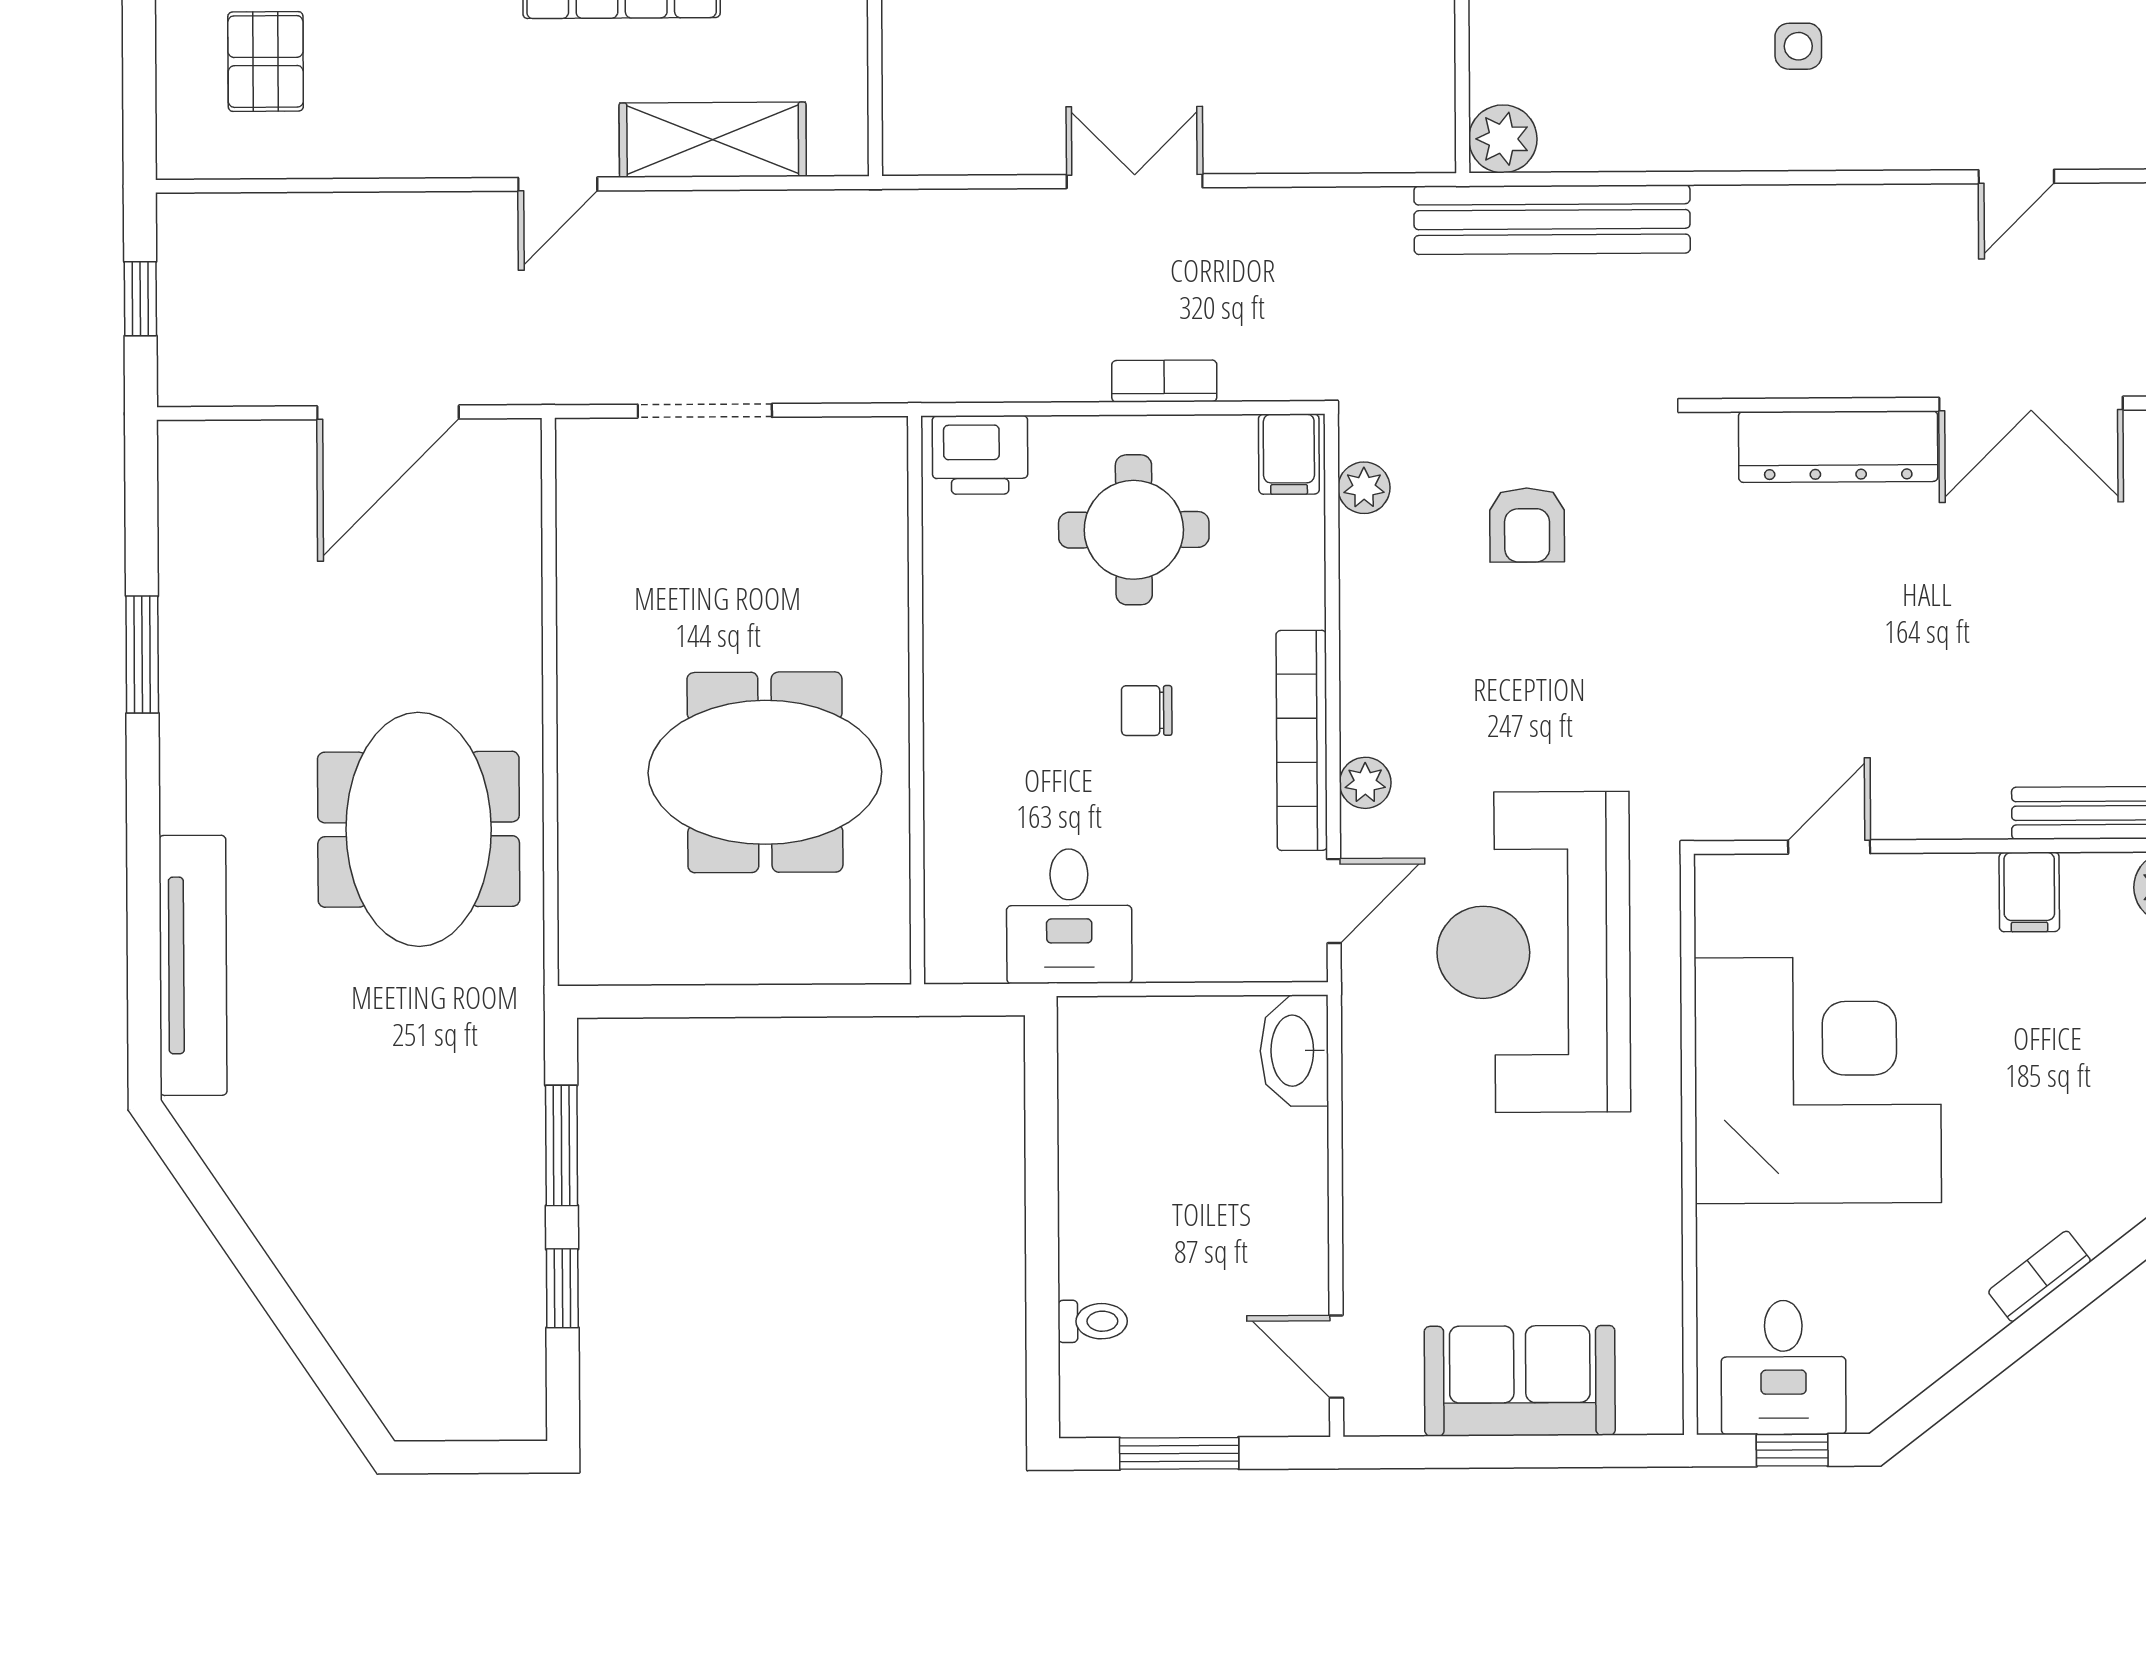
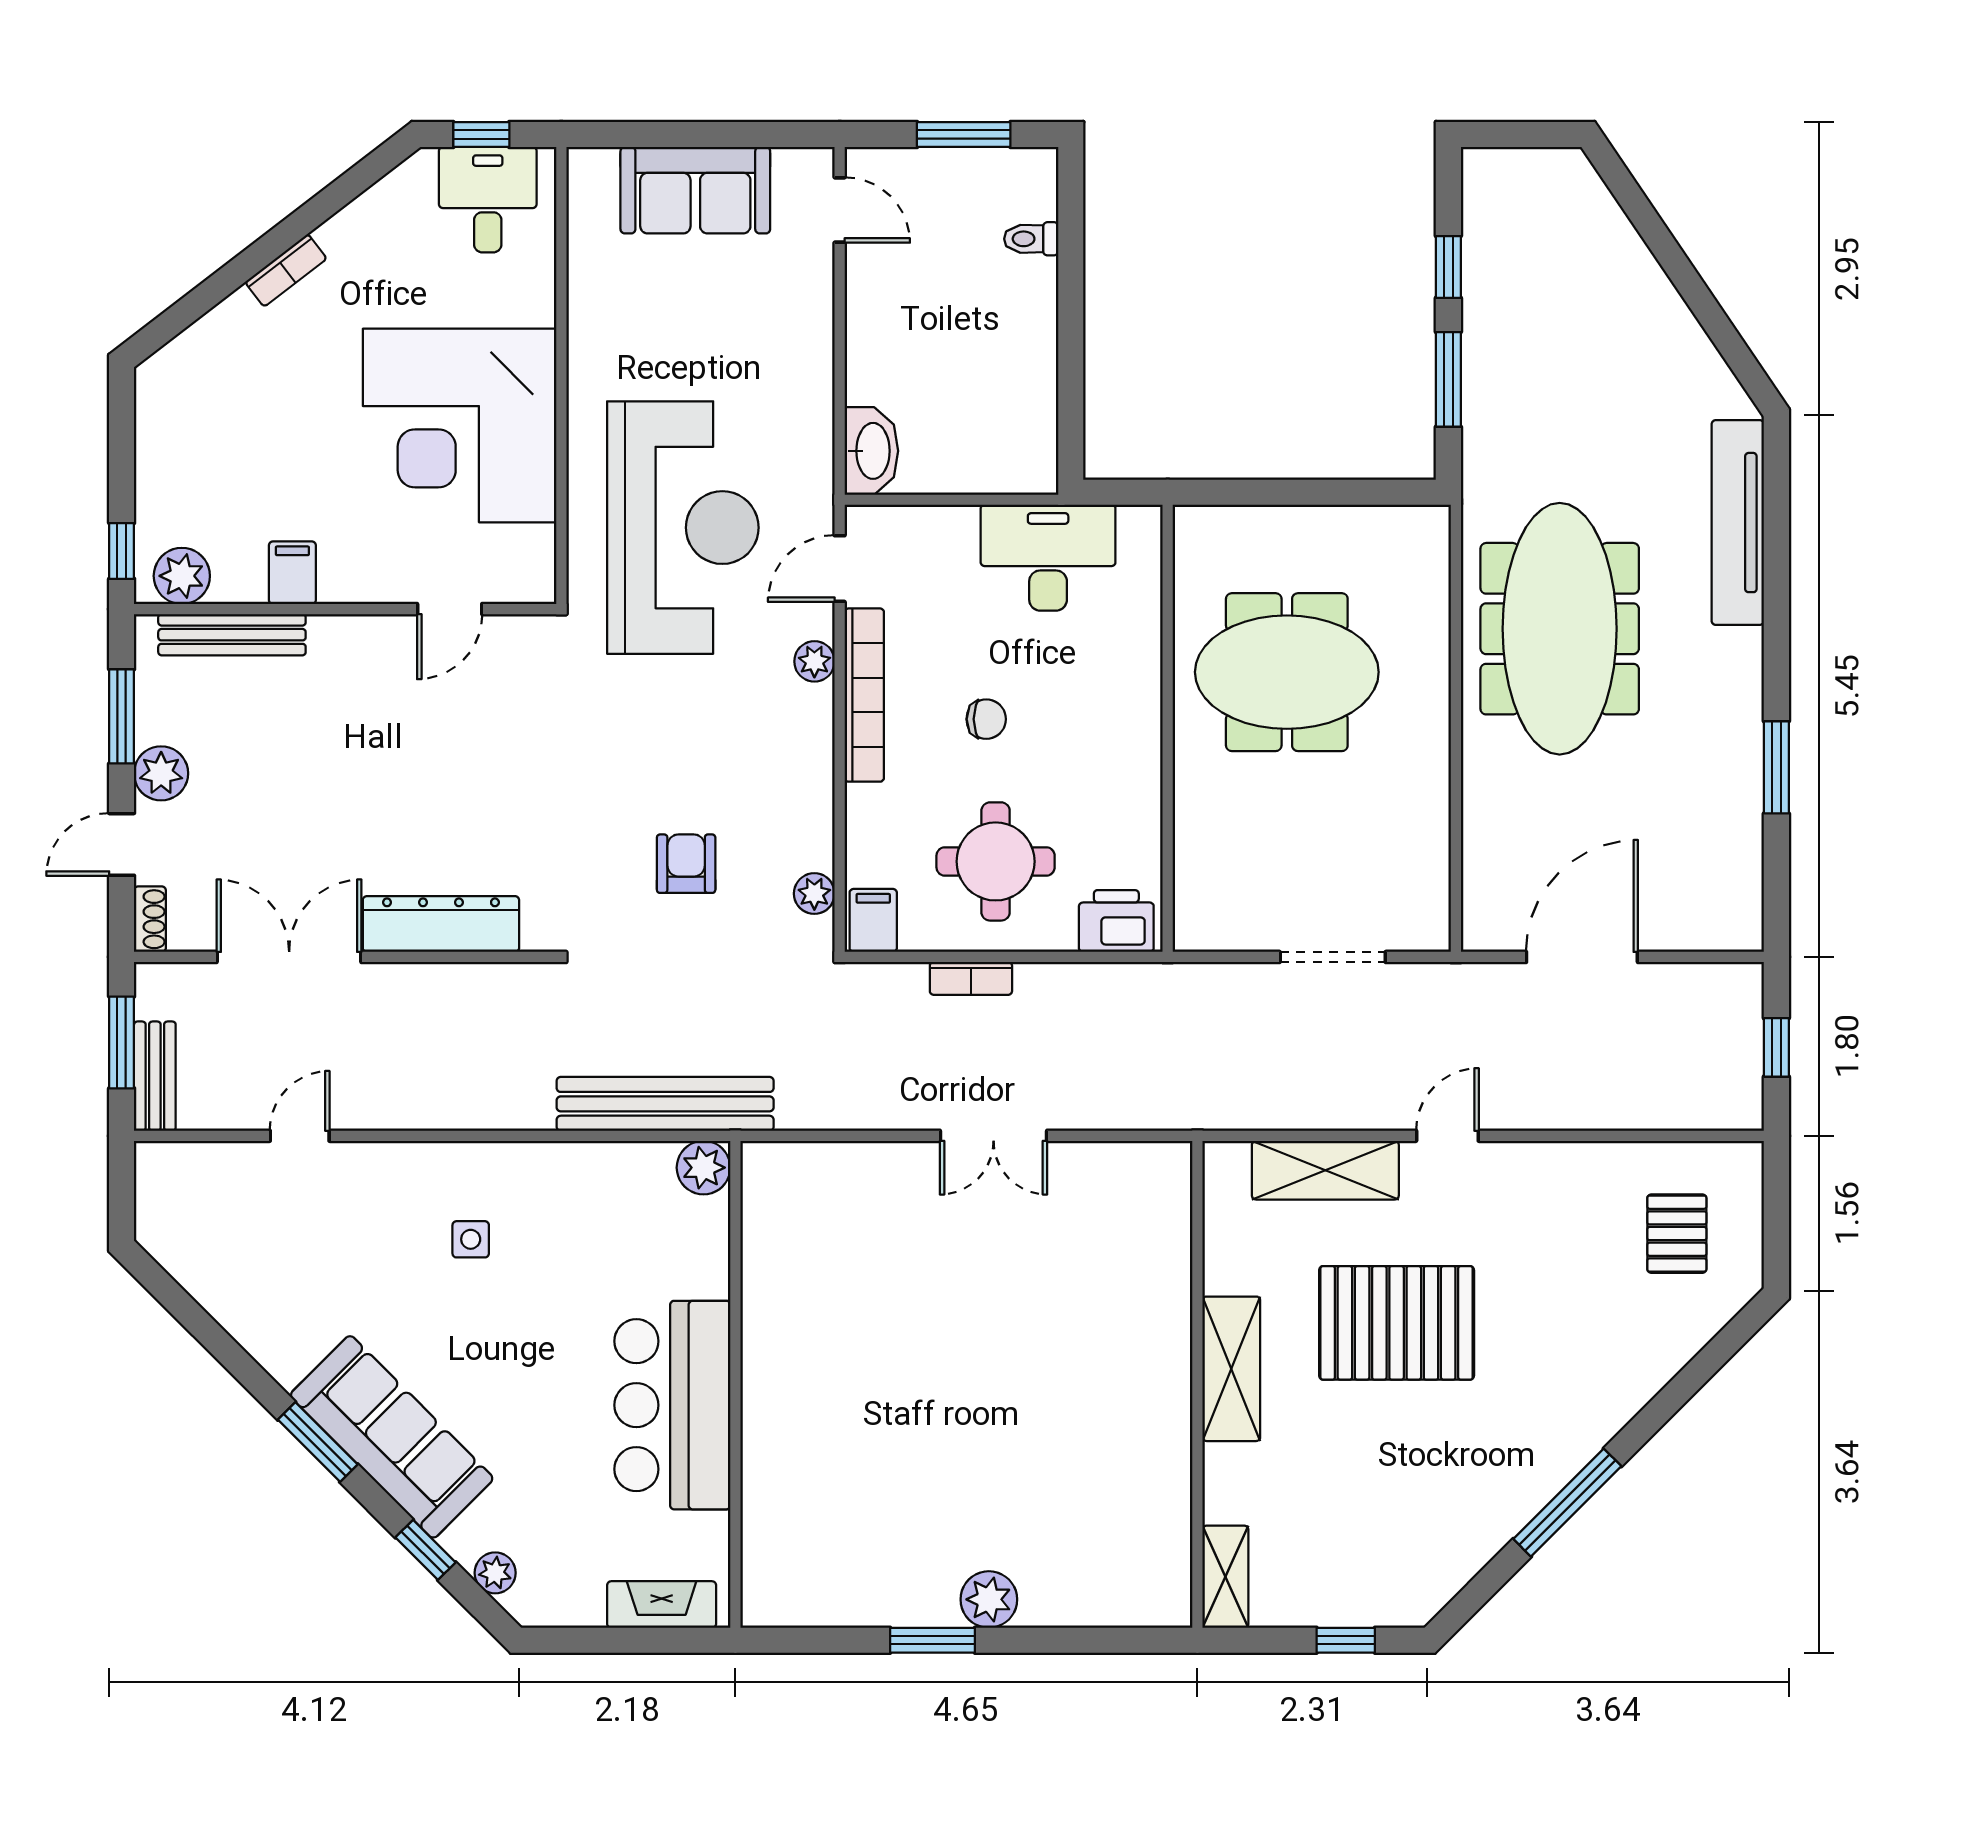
meeting table: (419, 829) -> (1560, 629), width x1.36
desk: (1069, 916) -> (1048, 558), width x1.37

